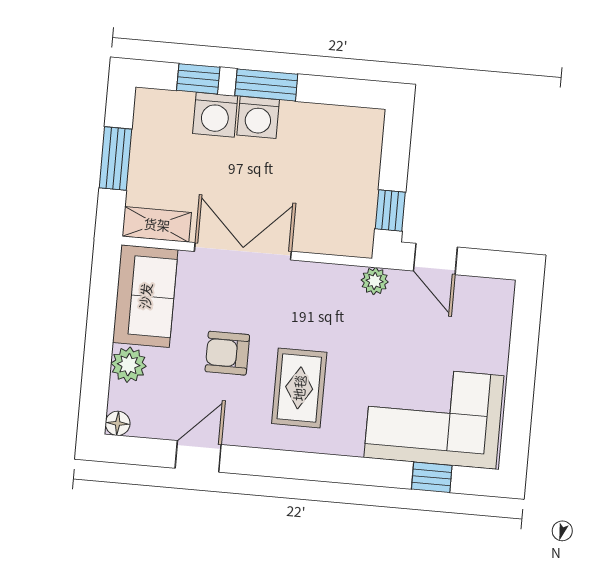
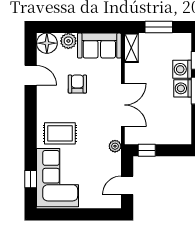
double door: (243, 251) -> (123, 105), moved
door: (435, 259) -> (127, 185), moved
rug: (299, 388) -> (60, 133), moved
floor lamp: (118, 423) -> (47, 43), width x1.89, depth x1.89

